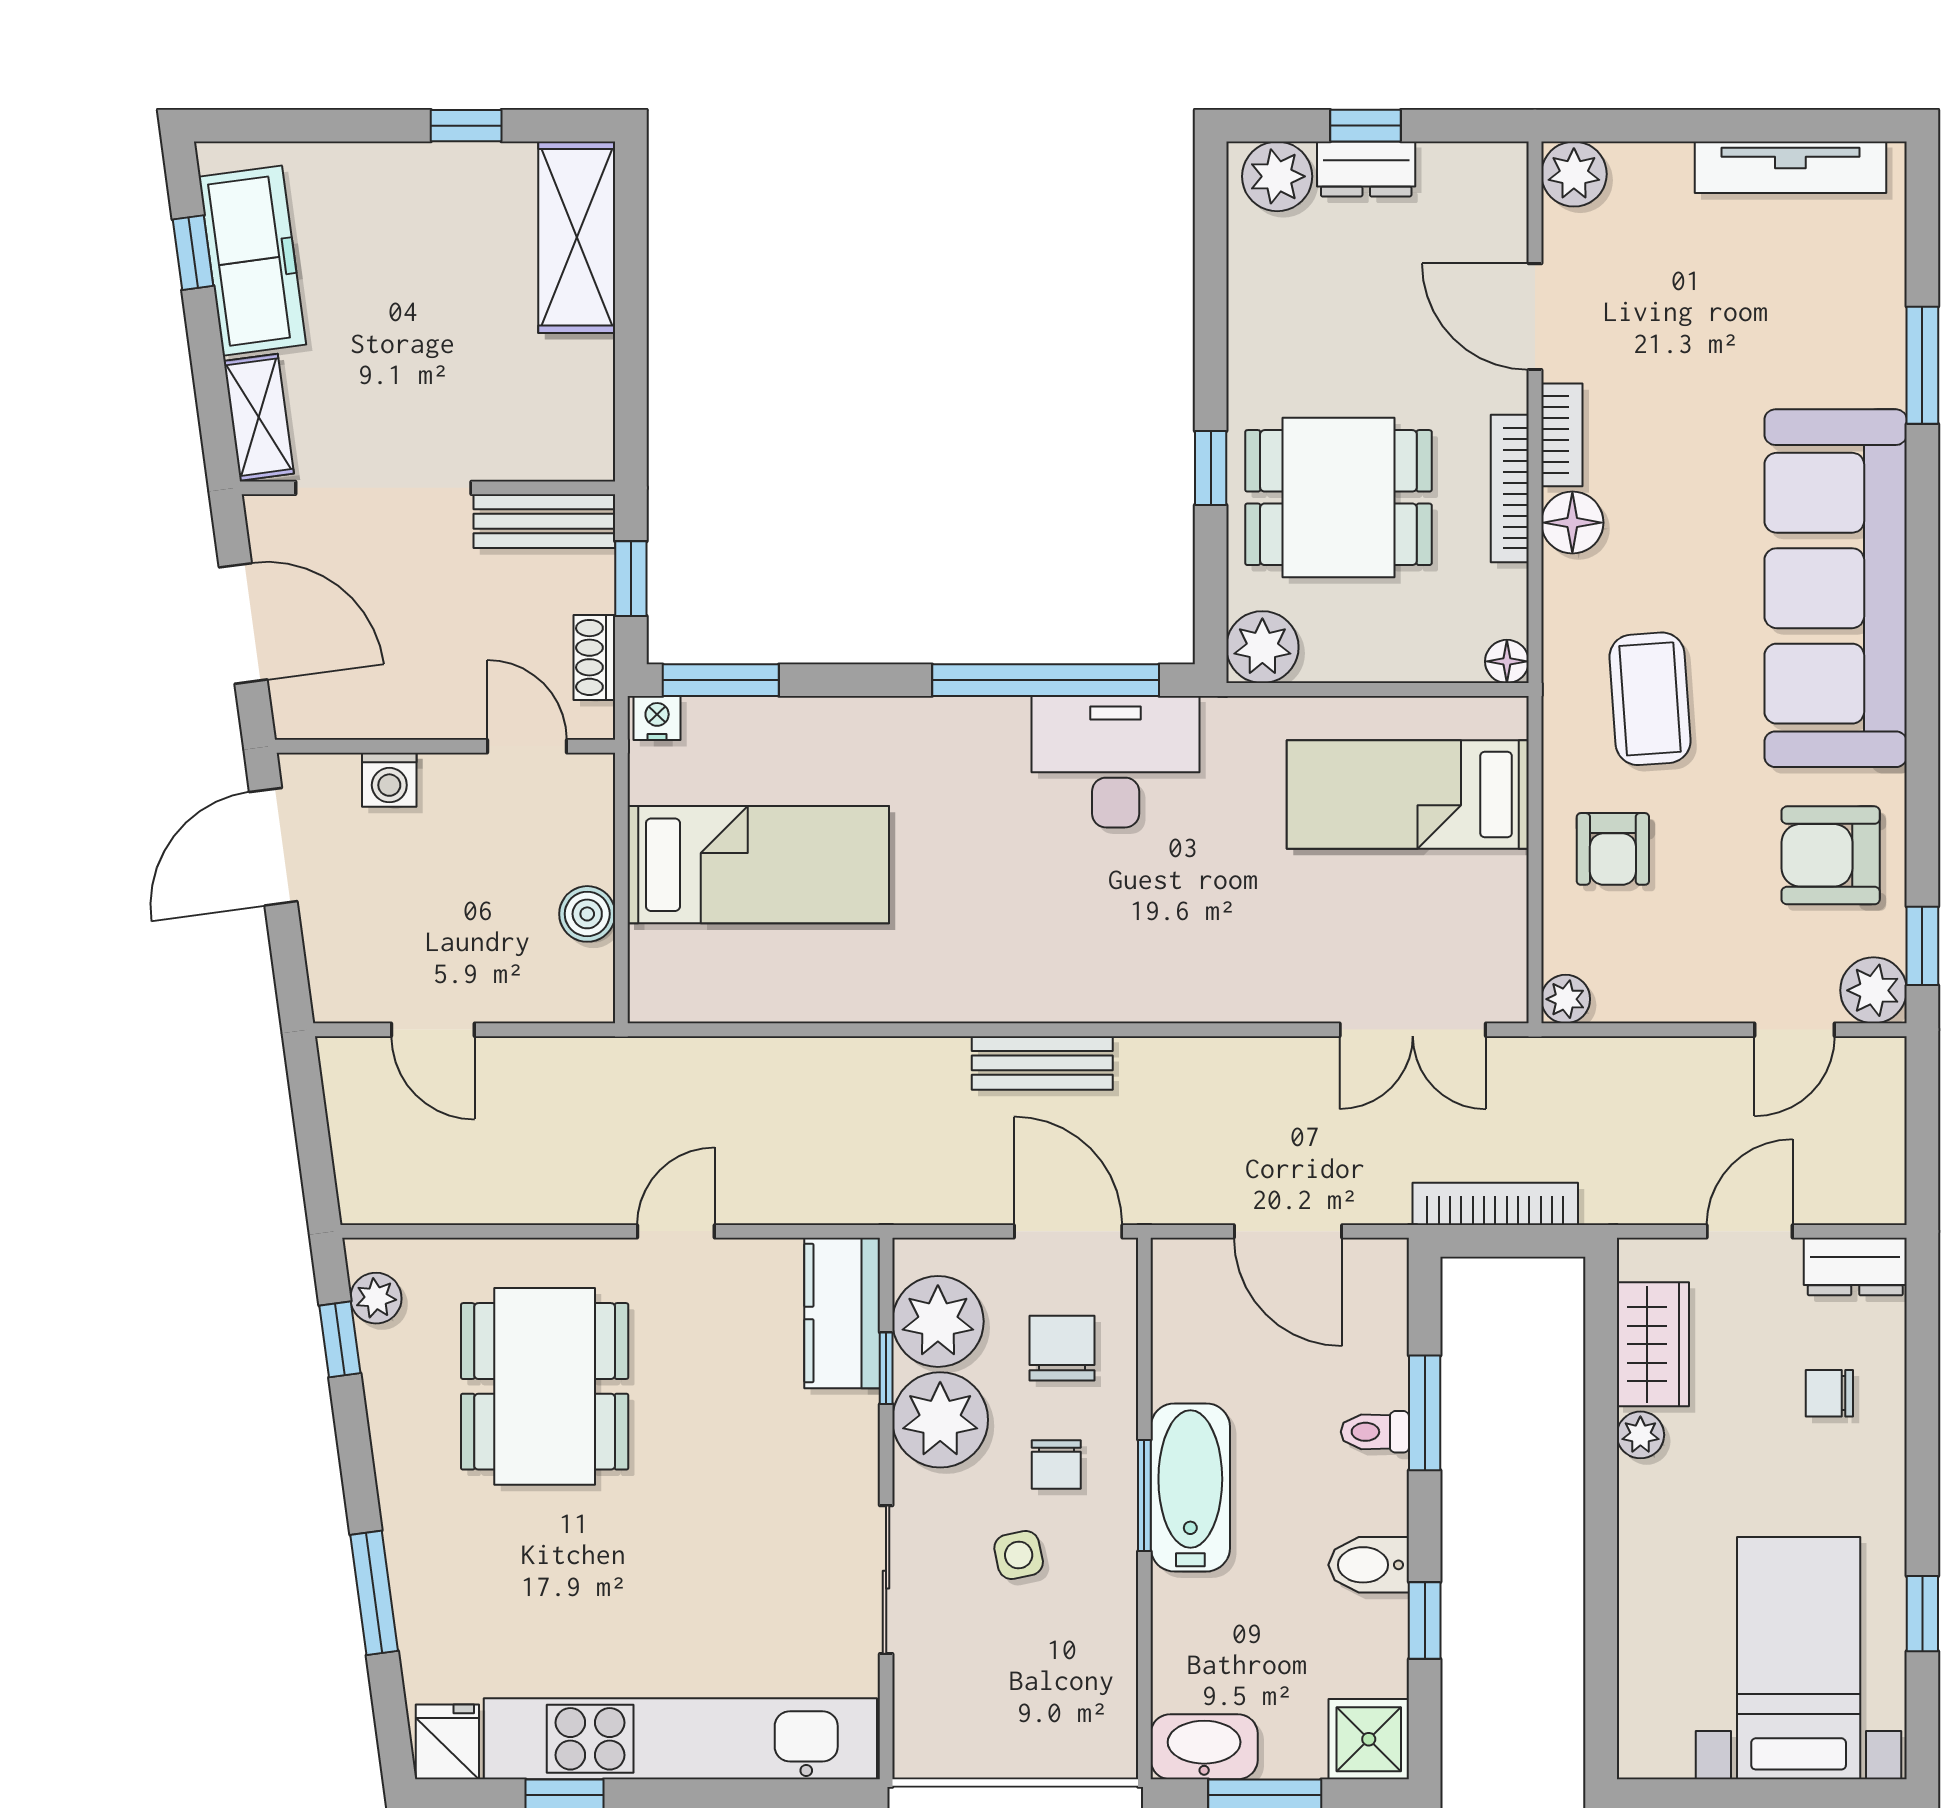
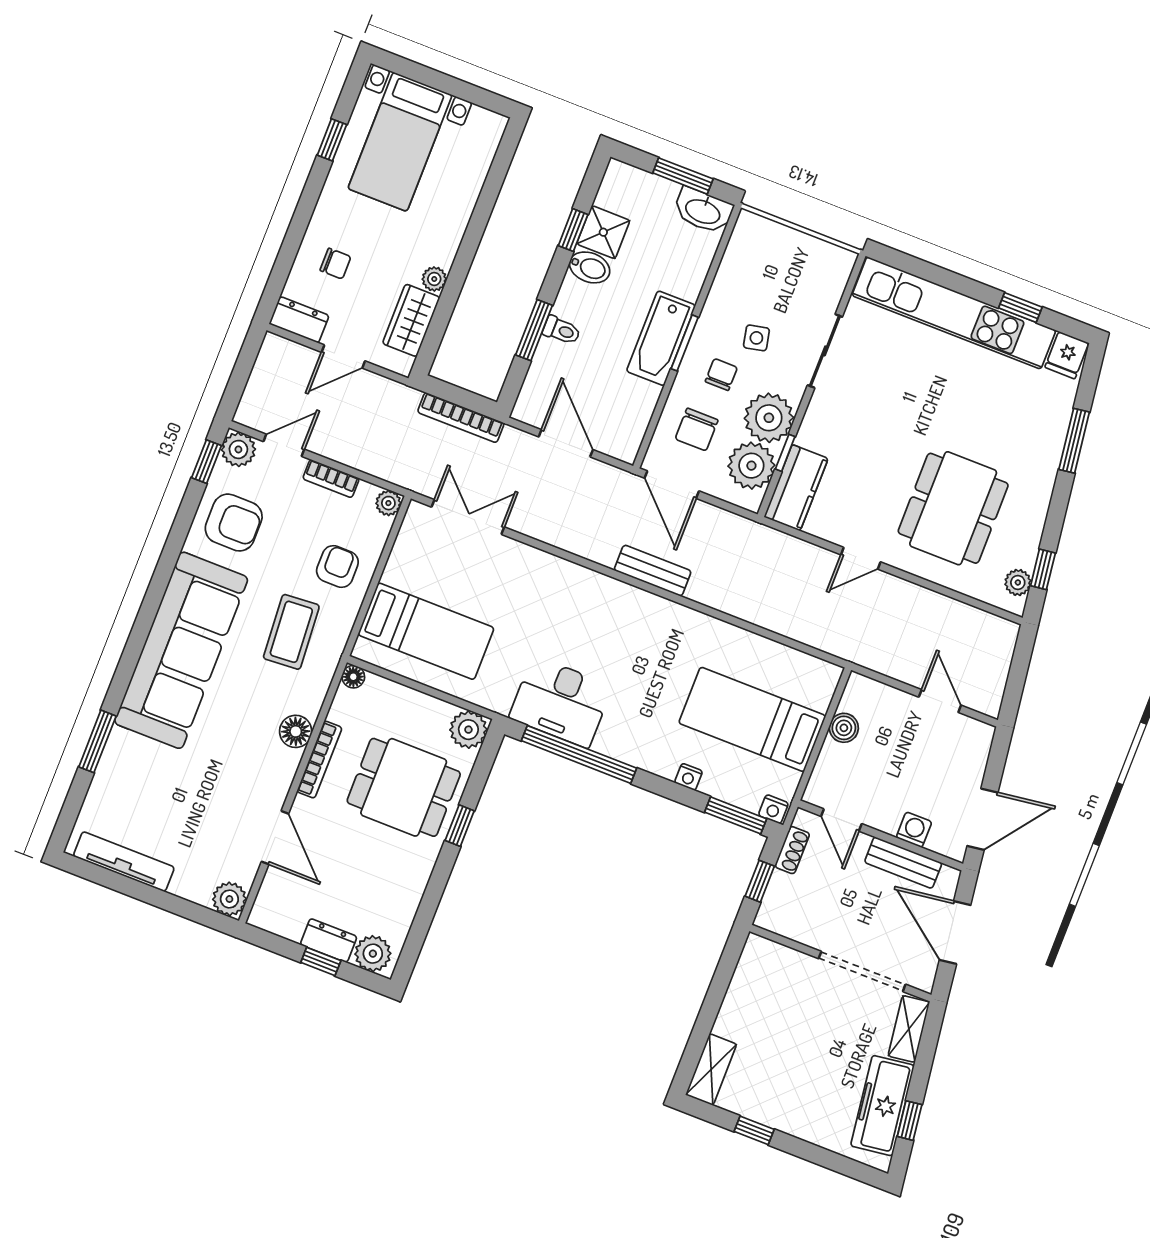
shelving: (577, 237) -> (711, 1069), width x0.67, depth x0.75
bookcase: (1562, 435) -> (331, 479), moved, turned -90
bench: (544, 521) -> (903, 863), moved
nightstand: (833, 717) -> (689, 777), added
shower: (1369, 1739) -> (603, 232), moved

